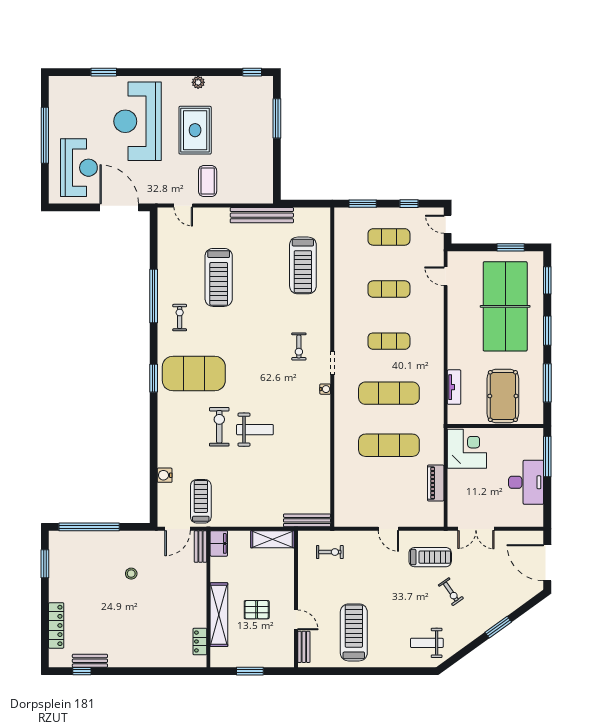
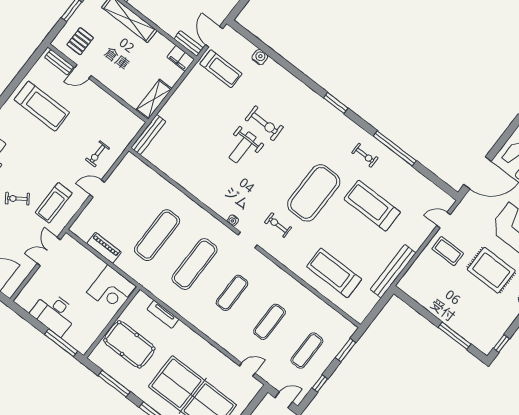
exercise mat: (194, 374) -> (314, 193), moved
exercise bike: (330, 552) -> (97, 154), moved
pallet: (257, 610) -> (80, 41), moved

